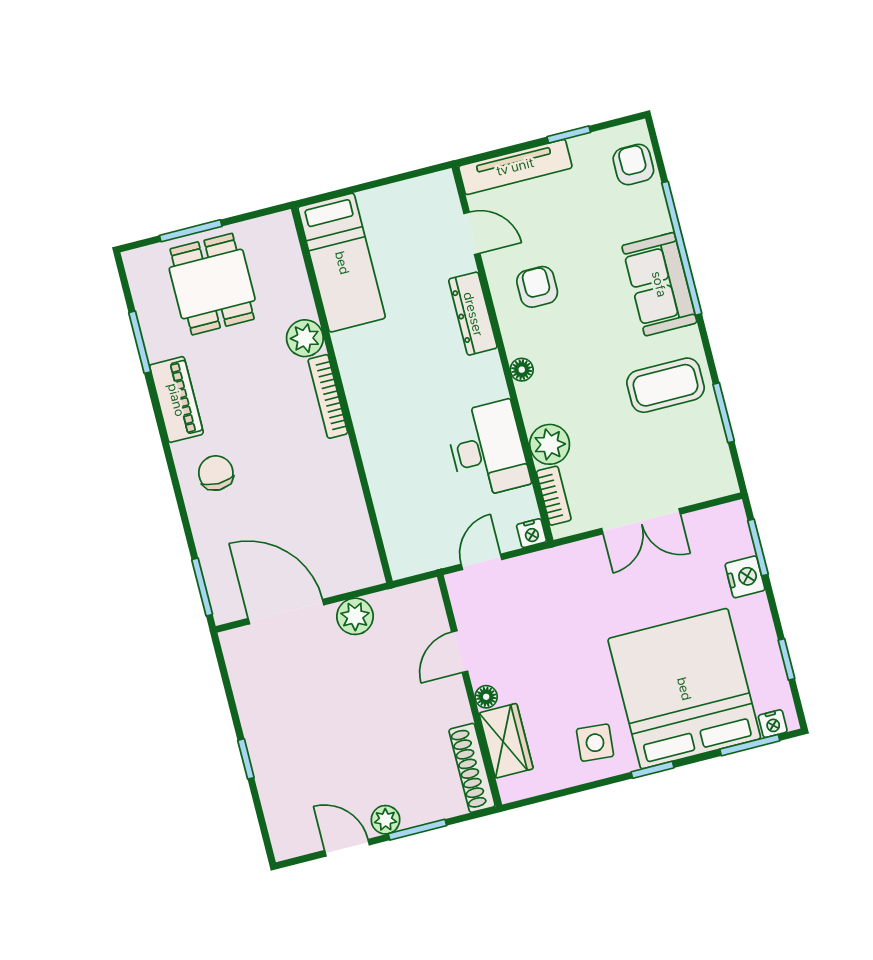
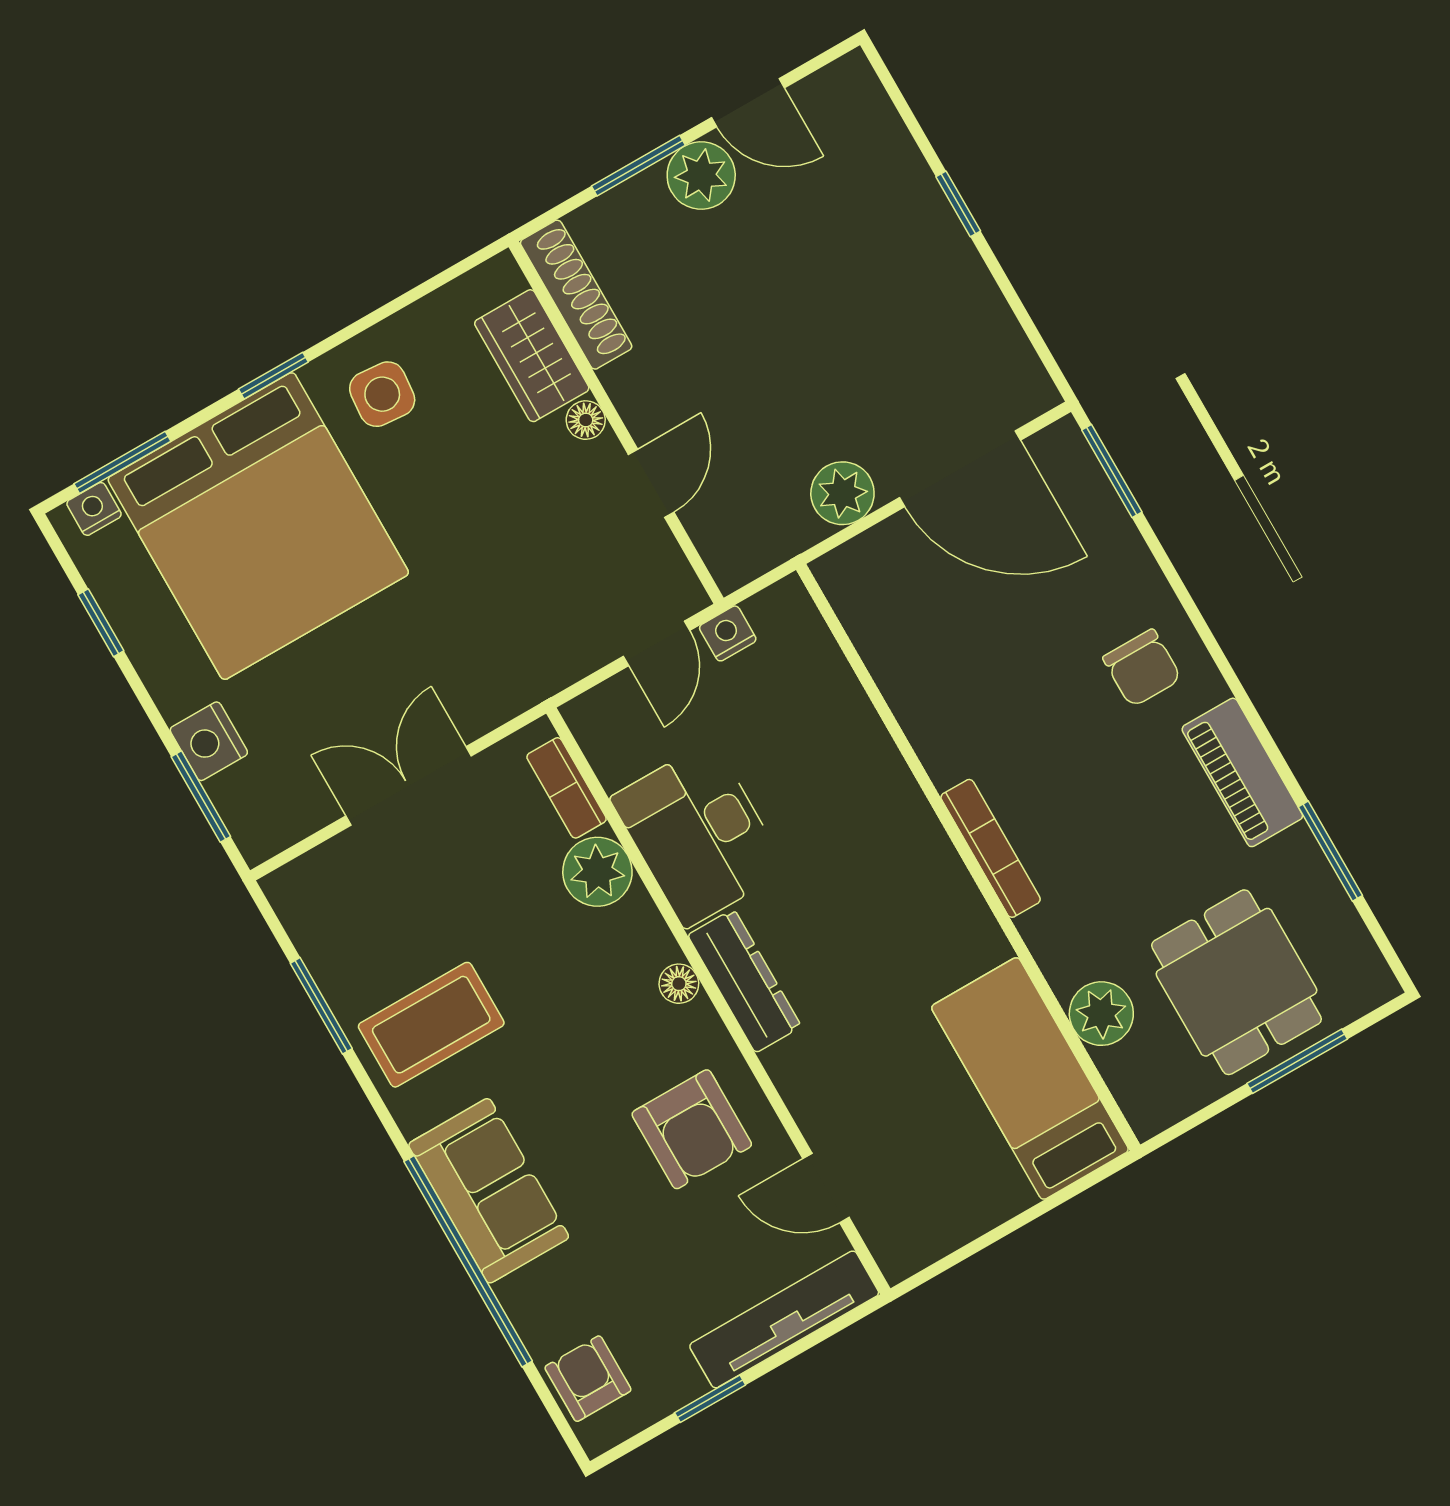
armchair: (633, 165) -> (588, 1379), turned 180
armchair: (537, 287) -> (692, 1129), width x1.38, depth x1.38
dresser: (473, 314) -> (744, 981), moved
plant: (305, 338) -> (1101, 1014), moved
nightstand: (531, 533) -> (728, 633), moved
plant: (385, 820) -> (701, 176), width x1.38, depth x1.38

